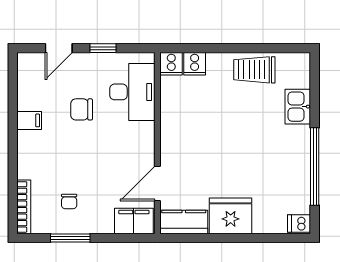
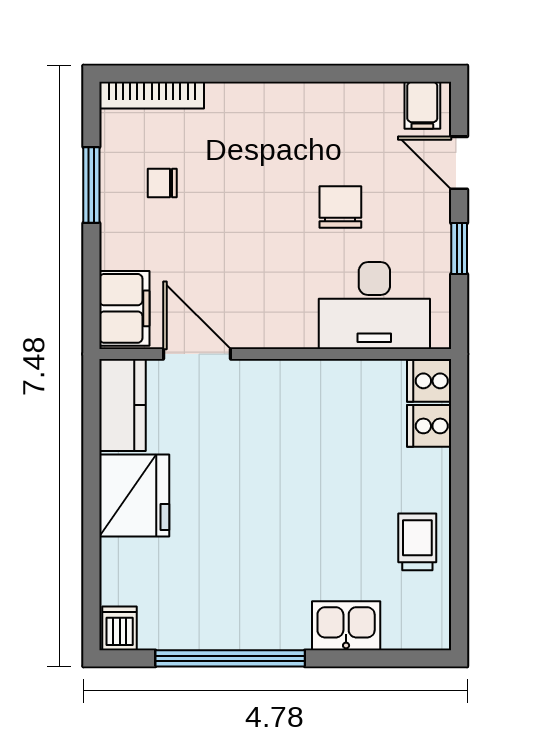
trolley: (254, 70) -> (417, 542), width x0.73, depth x0.72
filing cabinet: (29, 120) -> (422, 105), moved

